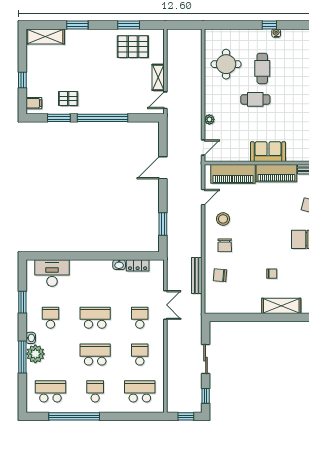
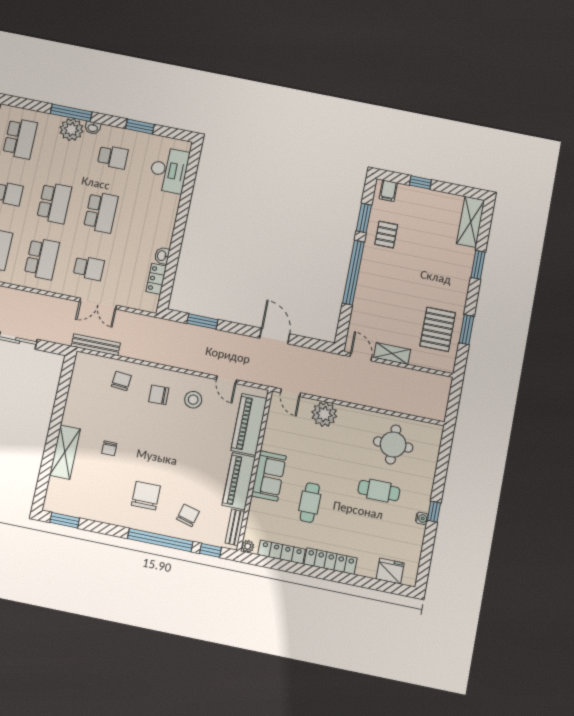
cafe table: (255, 99) -> (310, 503), moved
plant: (209, 119) -> (324, 414), width x1.87, depth x1.87
bench: (197, 275) -> (96, 345), moved
school desk: (140, 355) -> (42, 259), width x1.85

